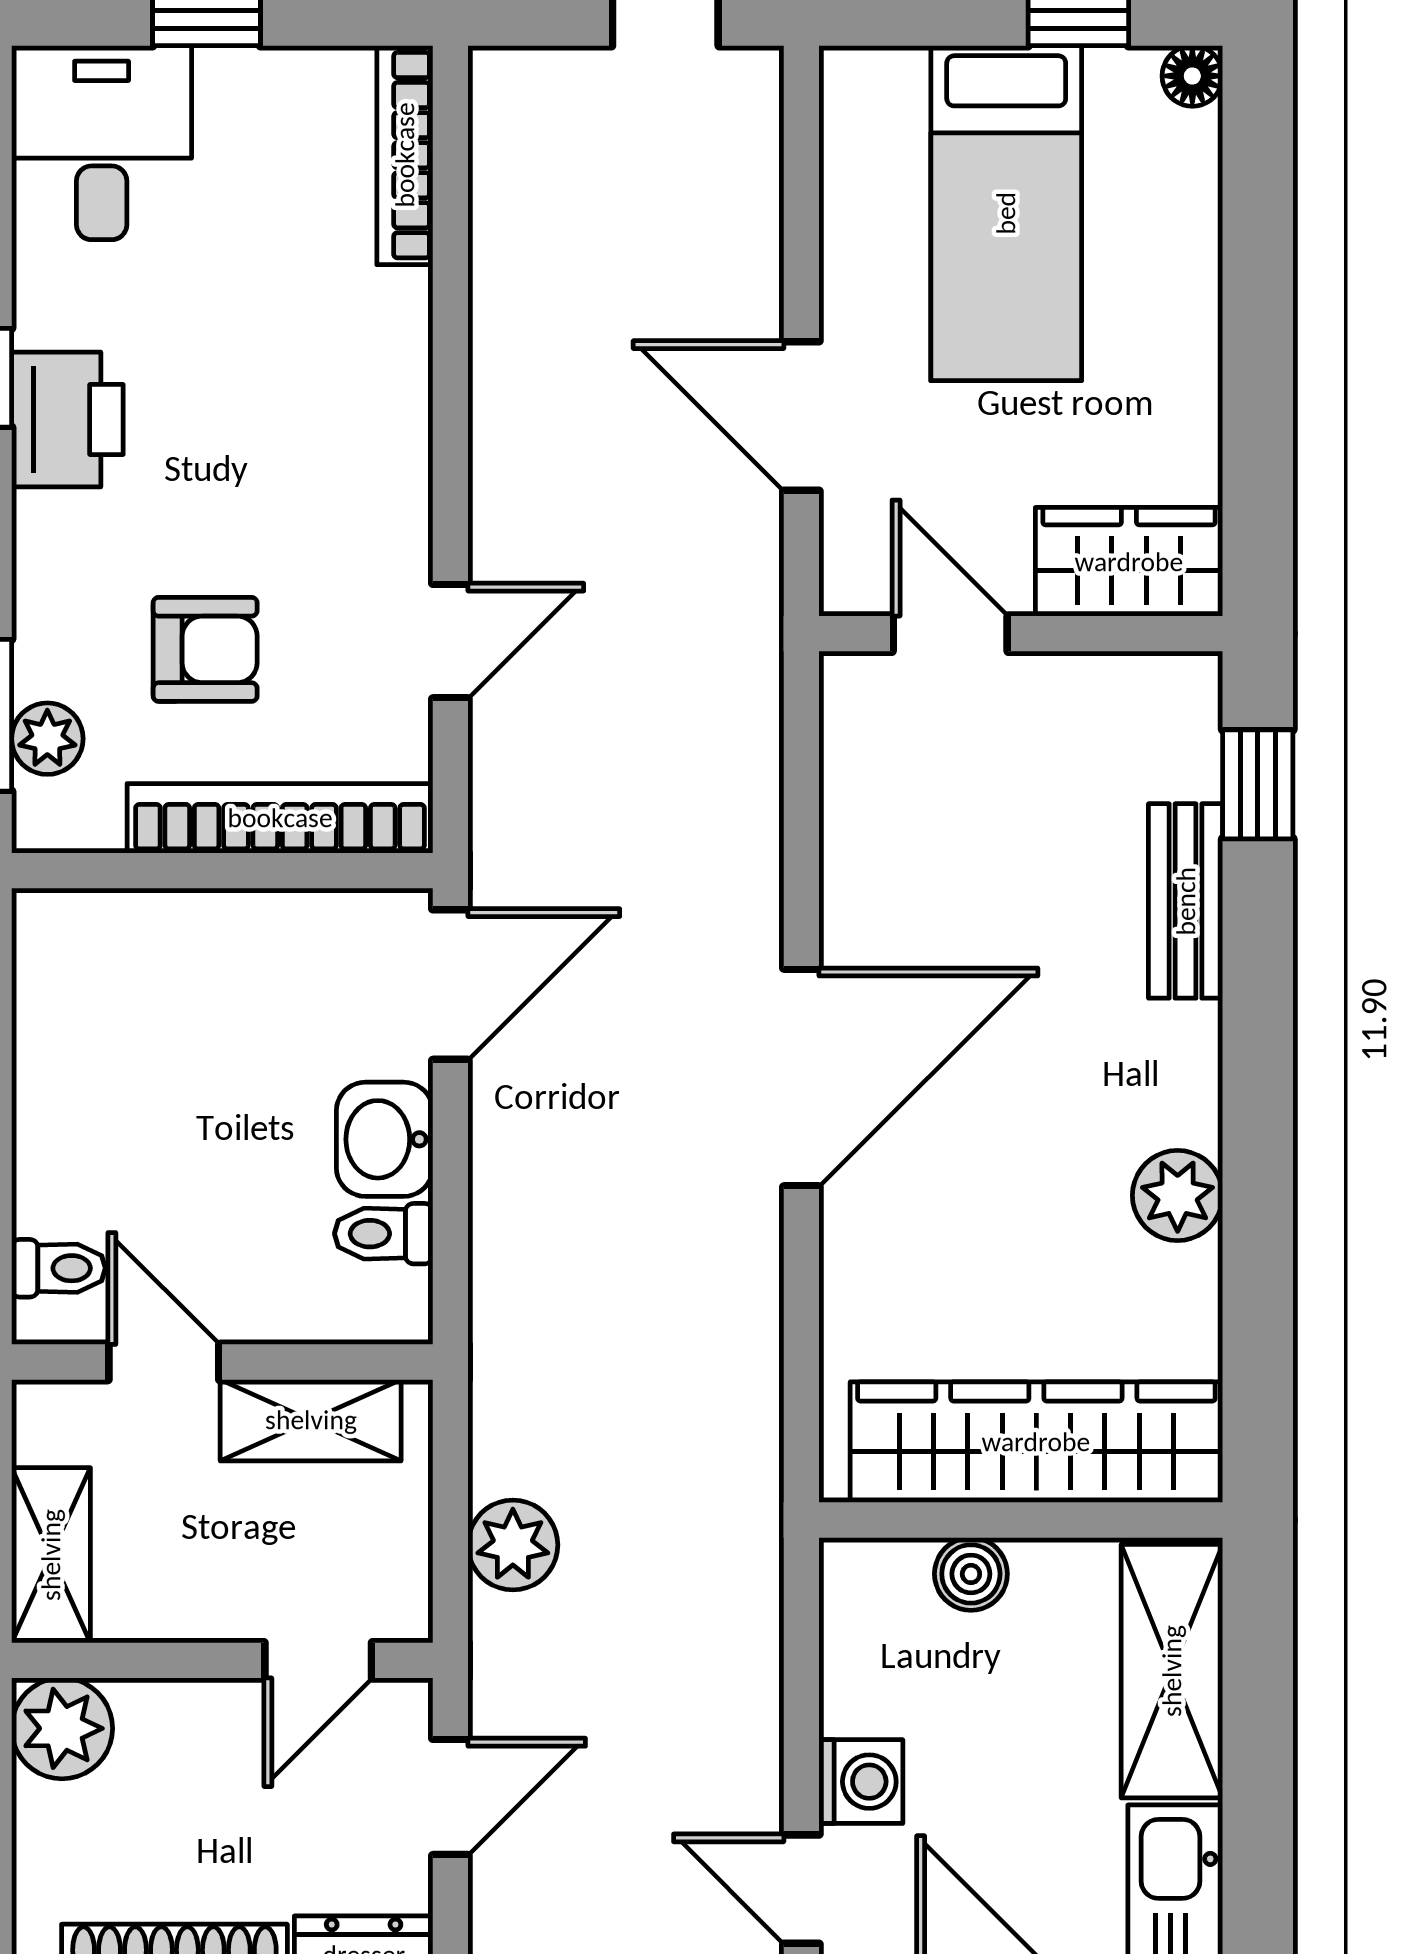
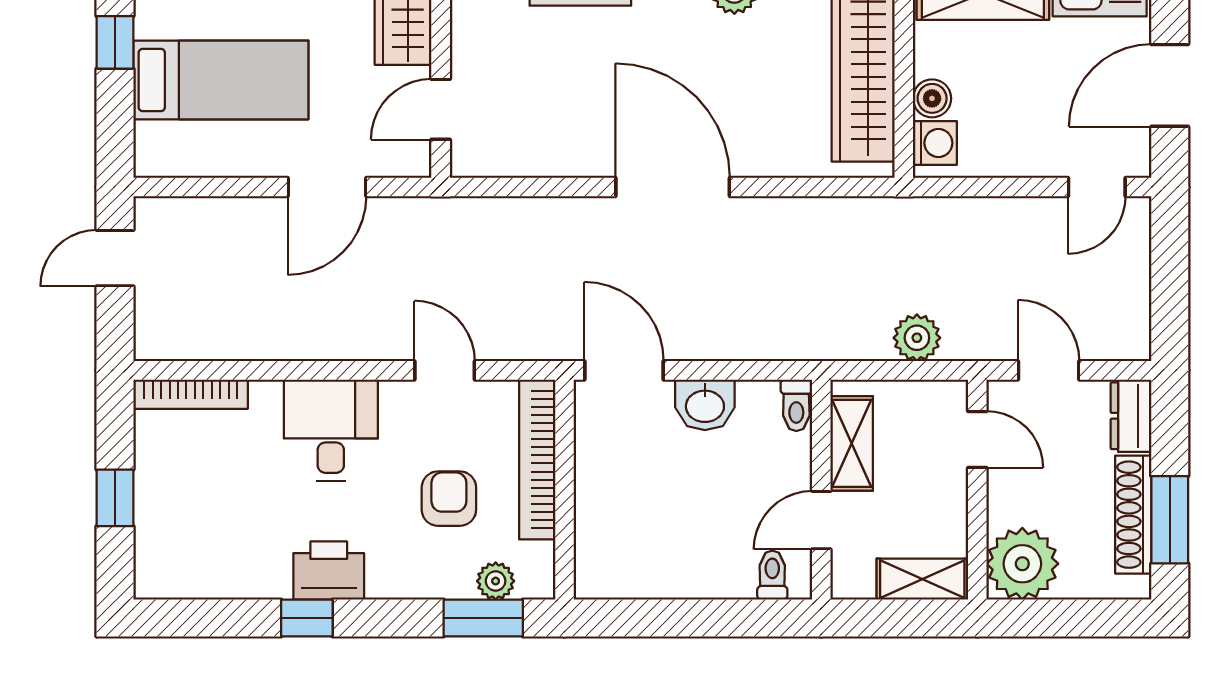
desk: (102, 143) -> (331, 430), moved, turned 90
toilet: (384, 1234) -> (796, 405), moved
plant: (62, 1728) -> (1022, 564), width x1.36, depth x1.36
washing machine: (861, 1782) -> (935, 143), moved, turned 90

